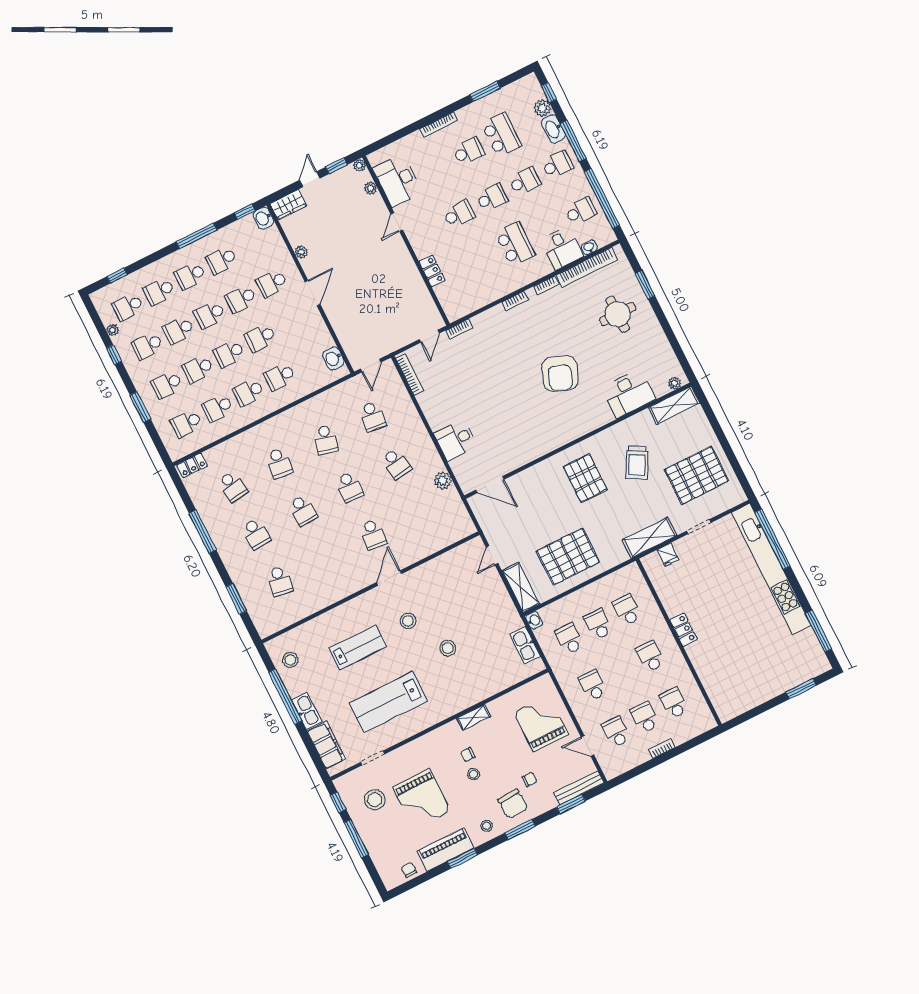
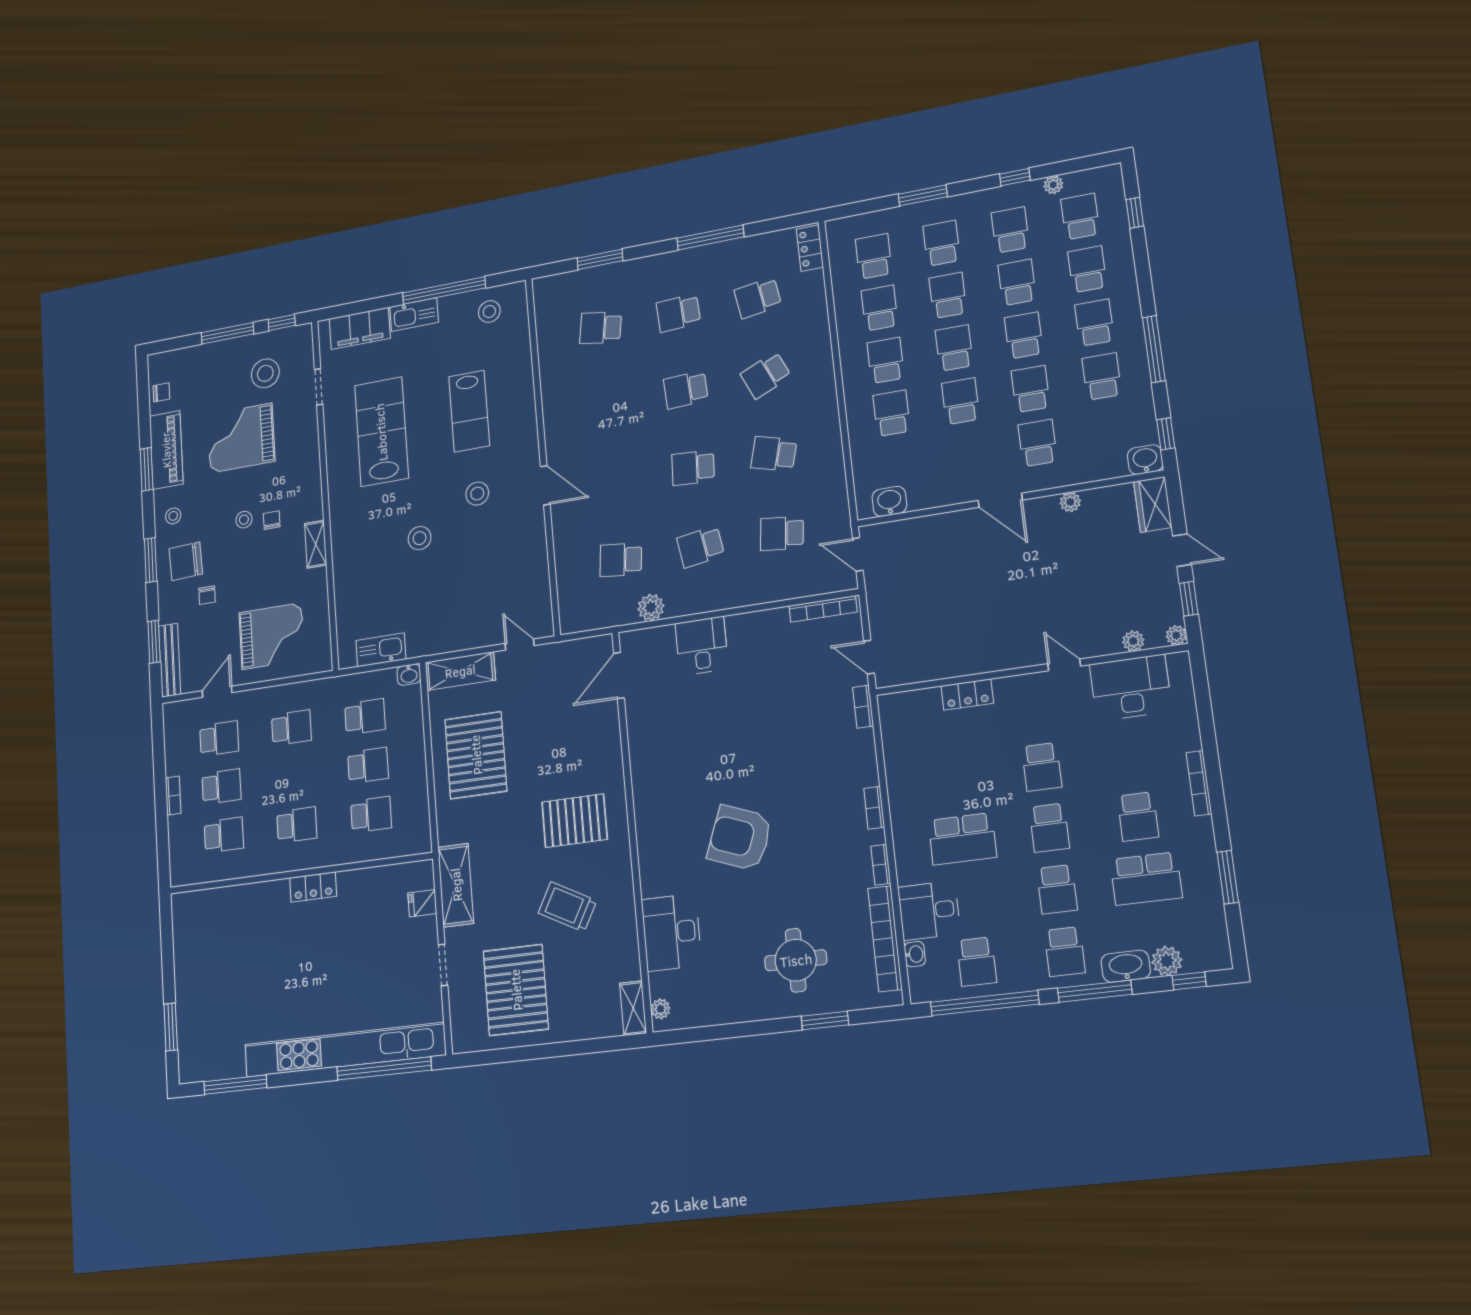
shelving: (674, 405) -> (633, 1008), width x0.67, depth x0.75
school desk: (279, 463) -> (766, 375), turned -30
school desk: (373, 534) -> (621, 560), moved

